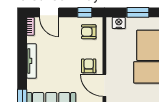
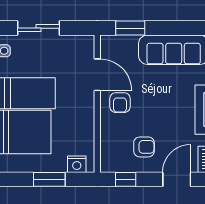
door: (49, 12) -> (177, 179), hinge flipped
armchair: (89, 32) -> (144, 147), moved

